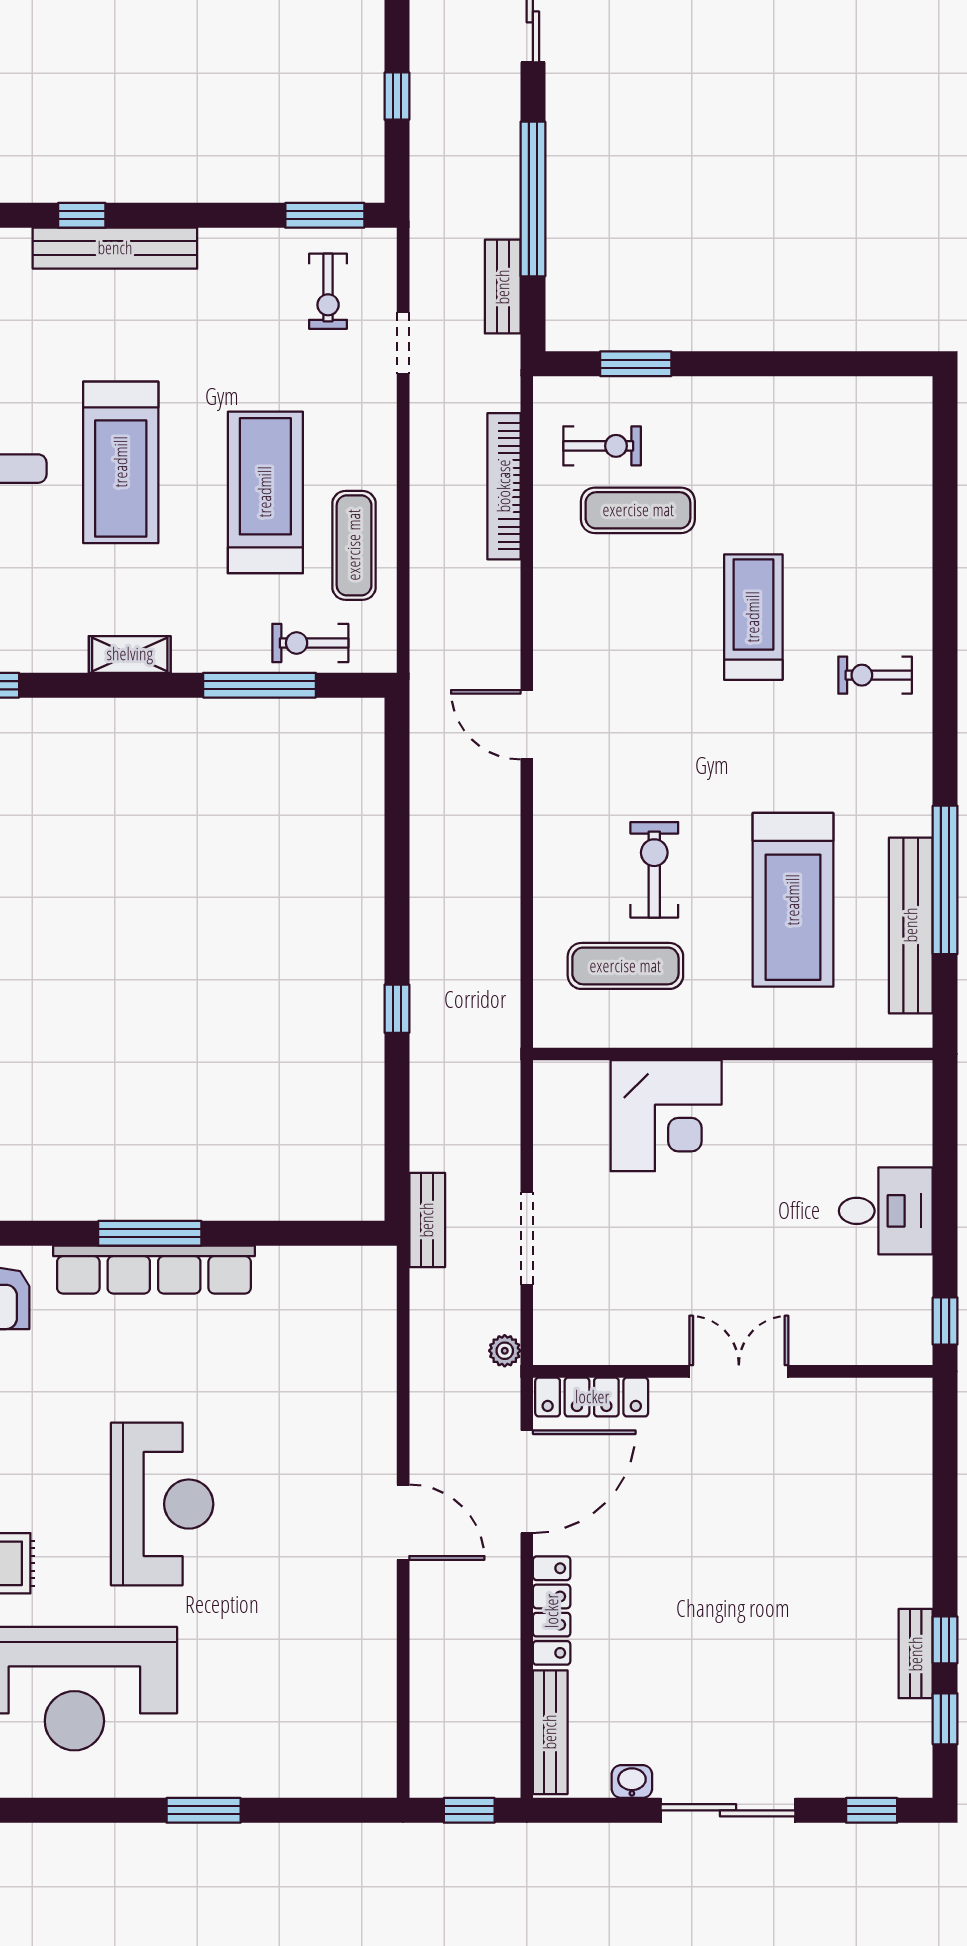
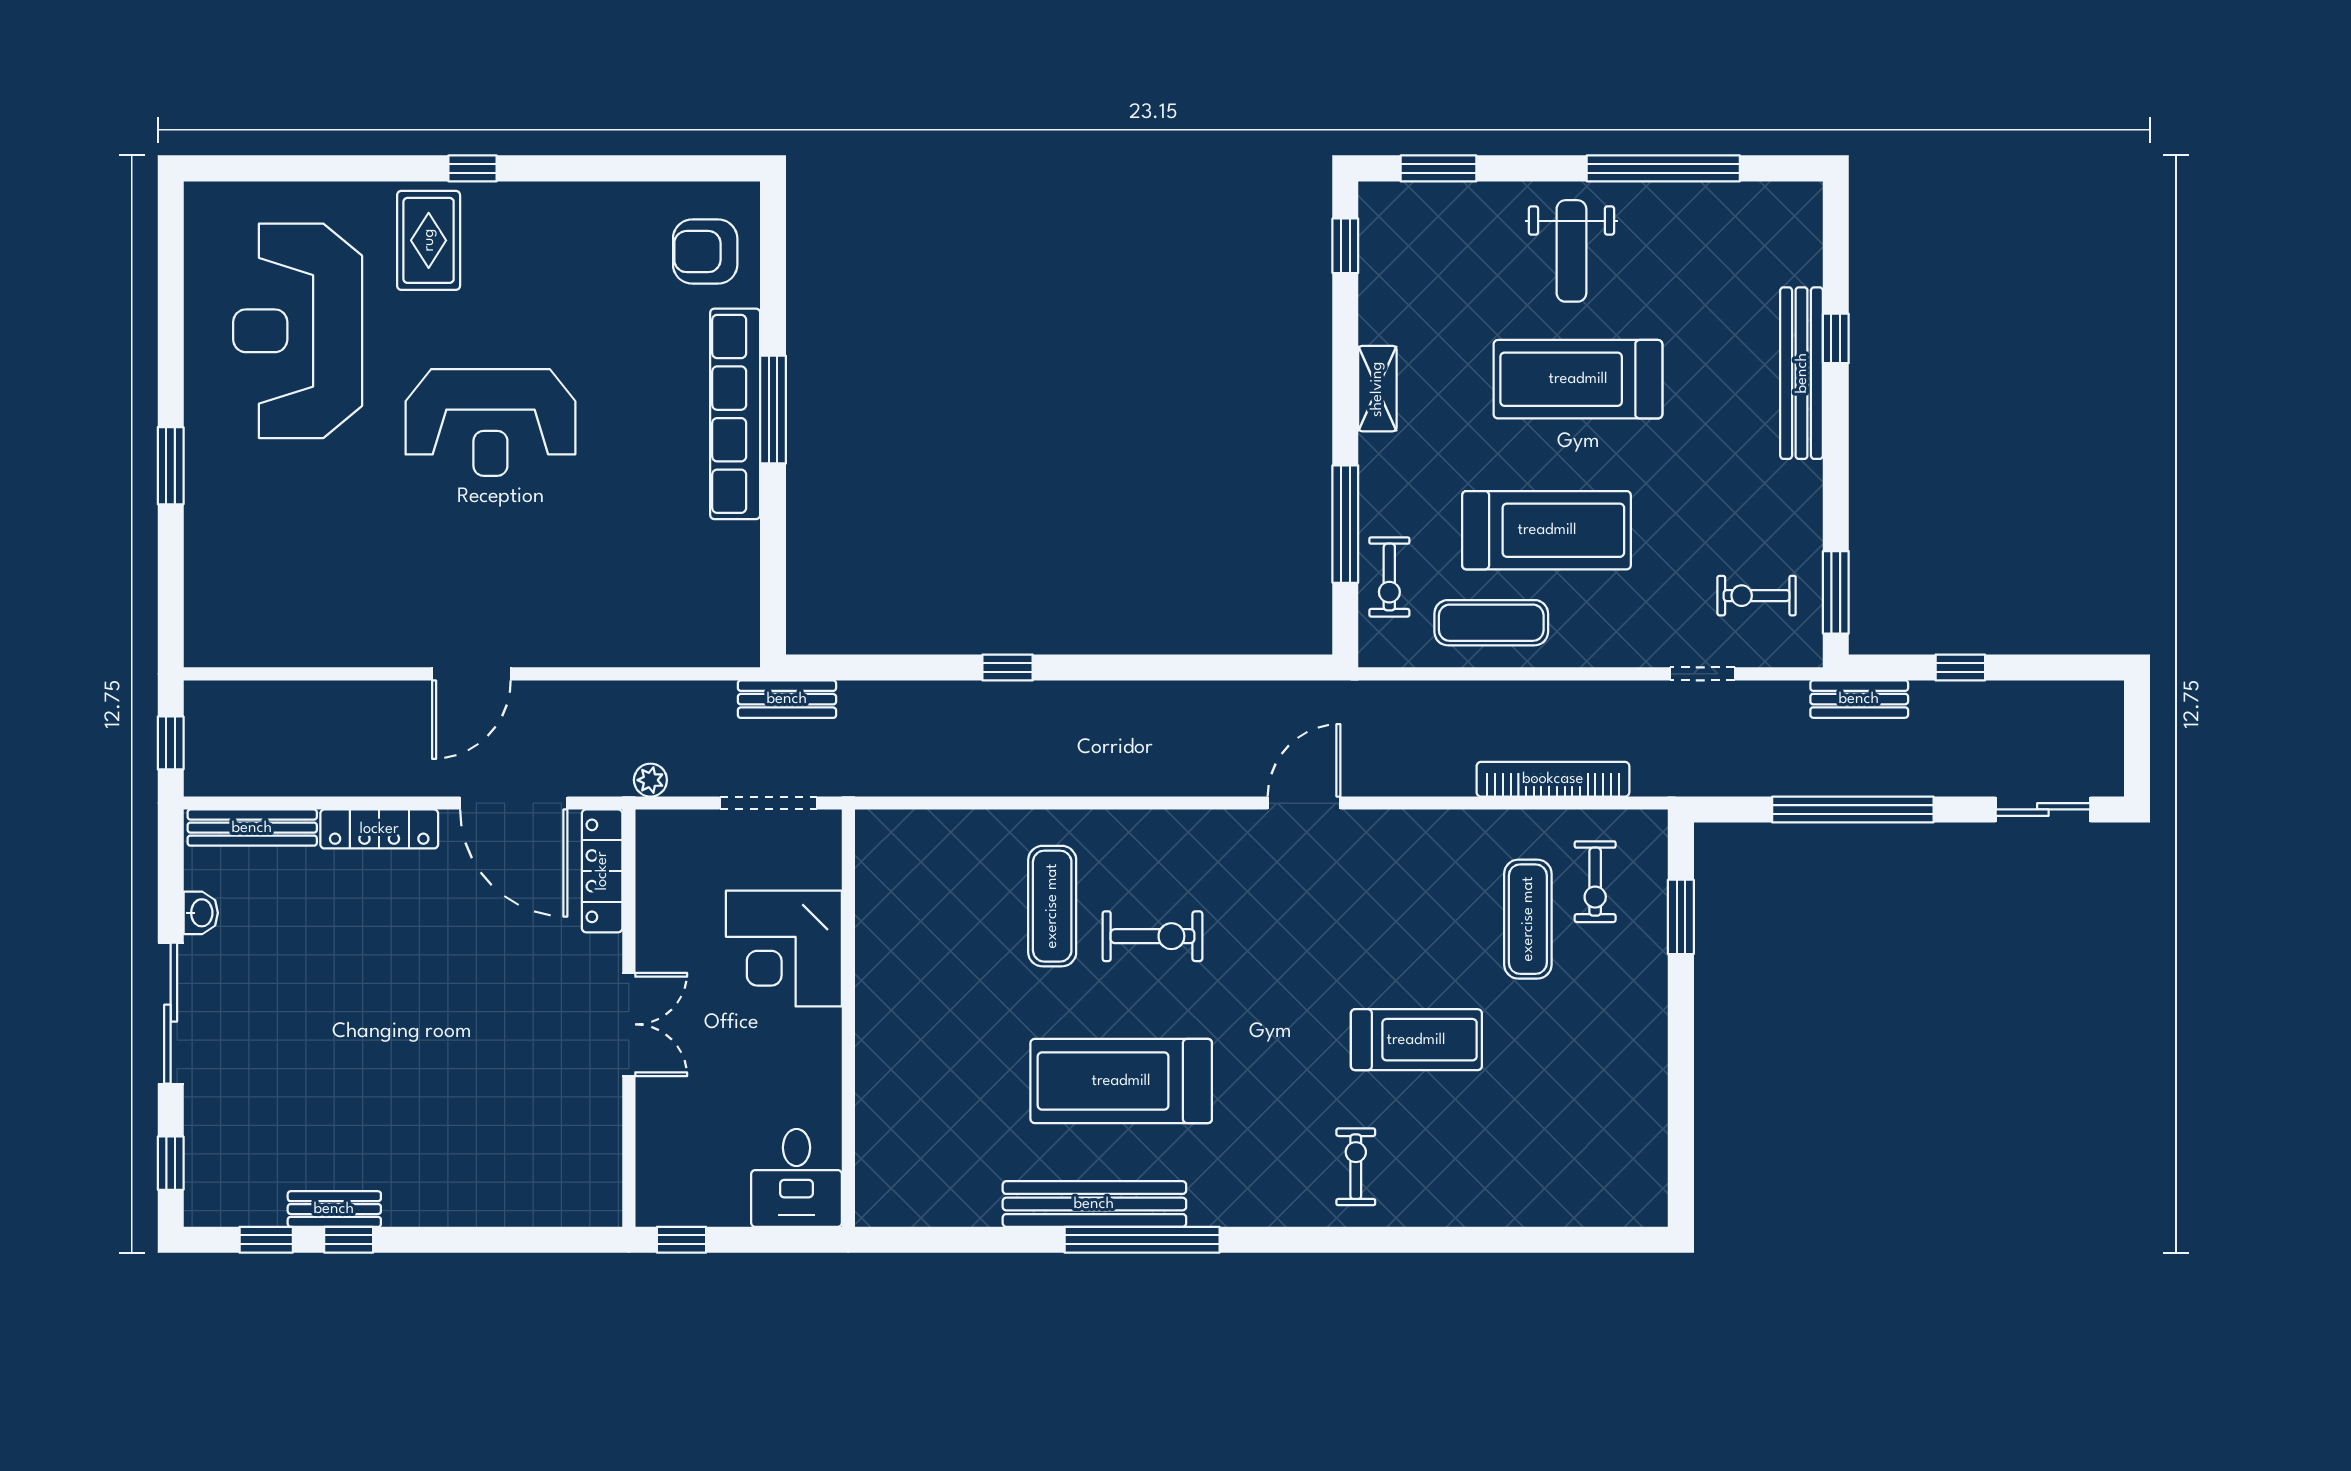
bench: (503, 287) -> (1859, 699), moved
exercise bike: (310, 643) -> (1389, 577), turned 180
wall: (733, 1054) -> (848, 1018), moved
corner desk: (666, 1116) -> (784, 948), moved

